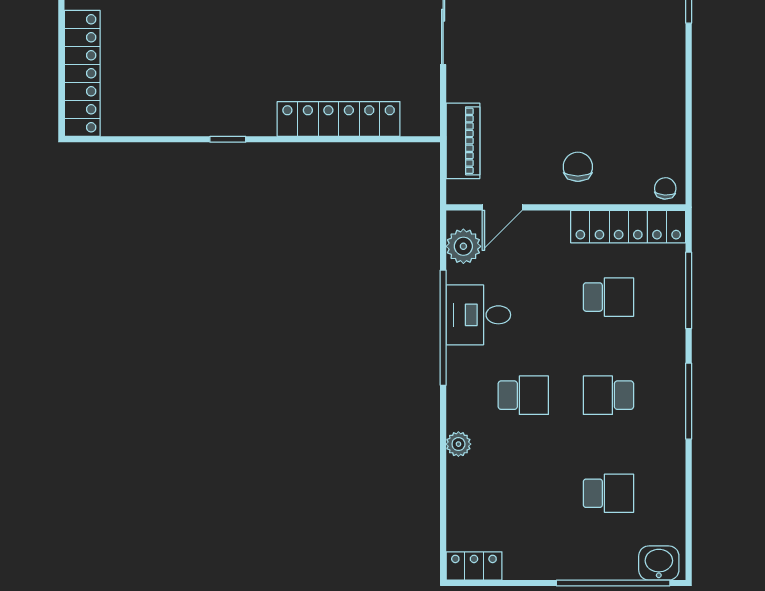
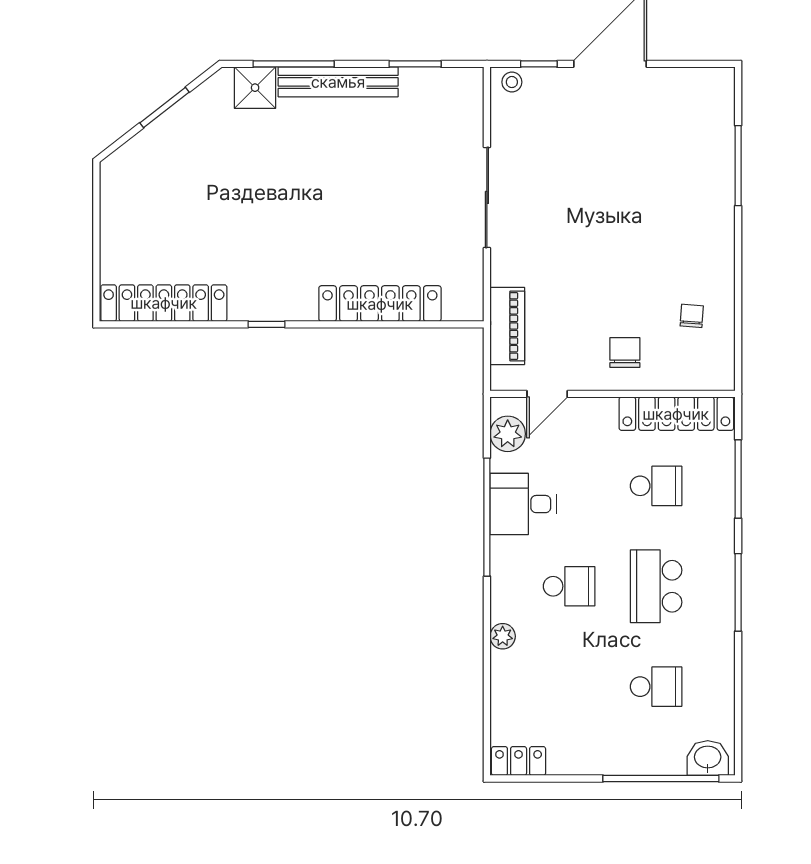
locker: (82, 73) -> (164, 303), moved, turned -90
chair: (665, 188) -> (692, 316), moved
school desk: (608, 395) -> (656, 586), width x1.85

